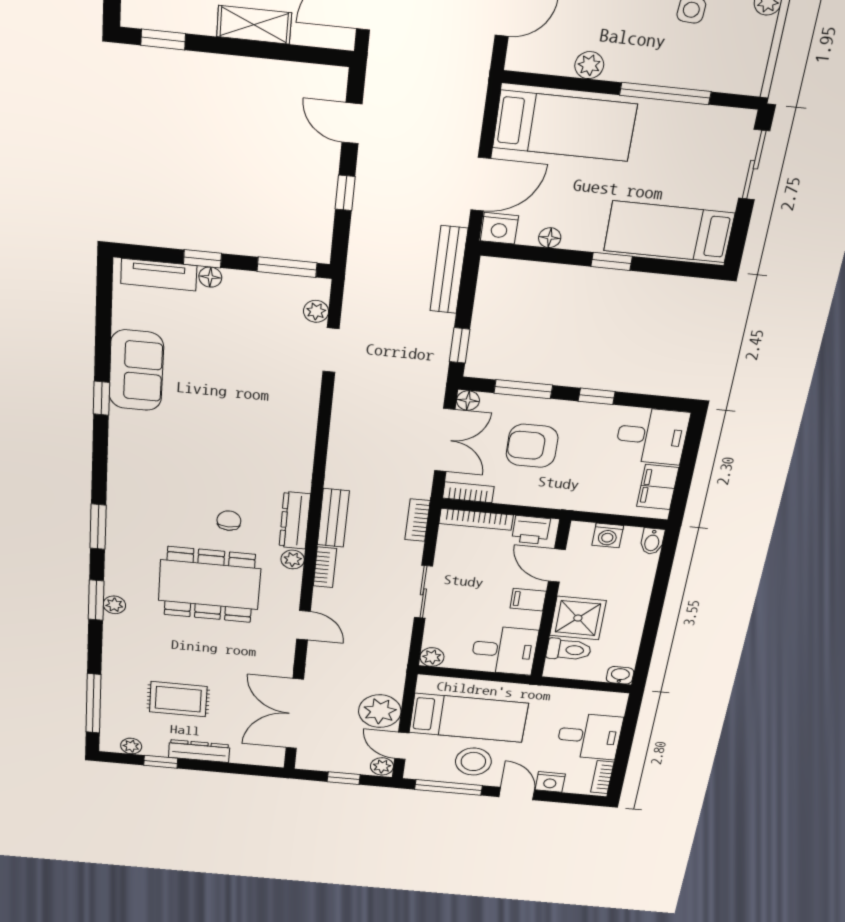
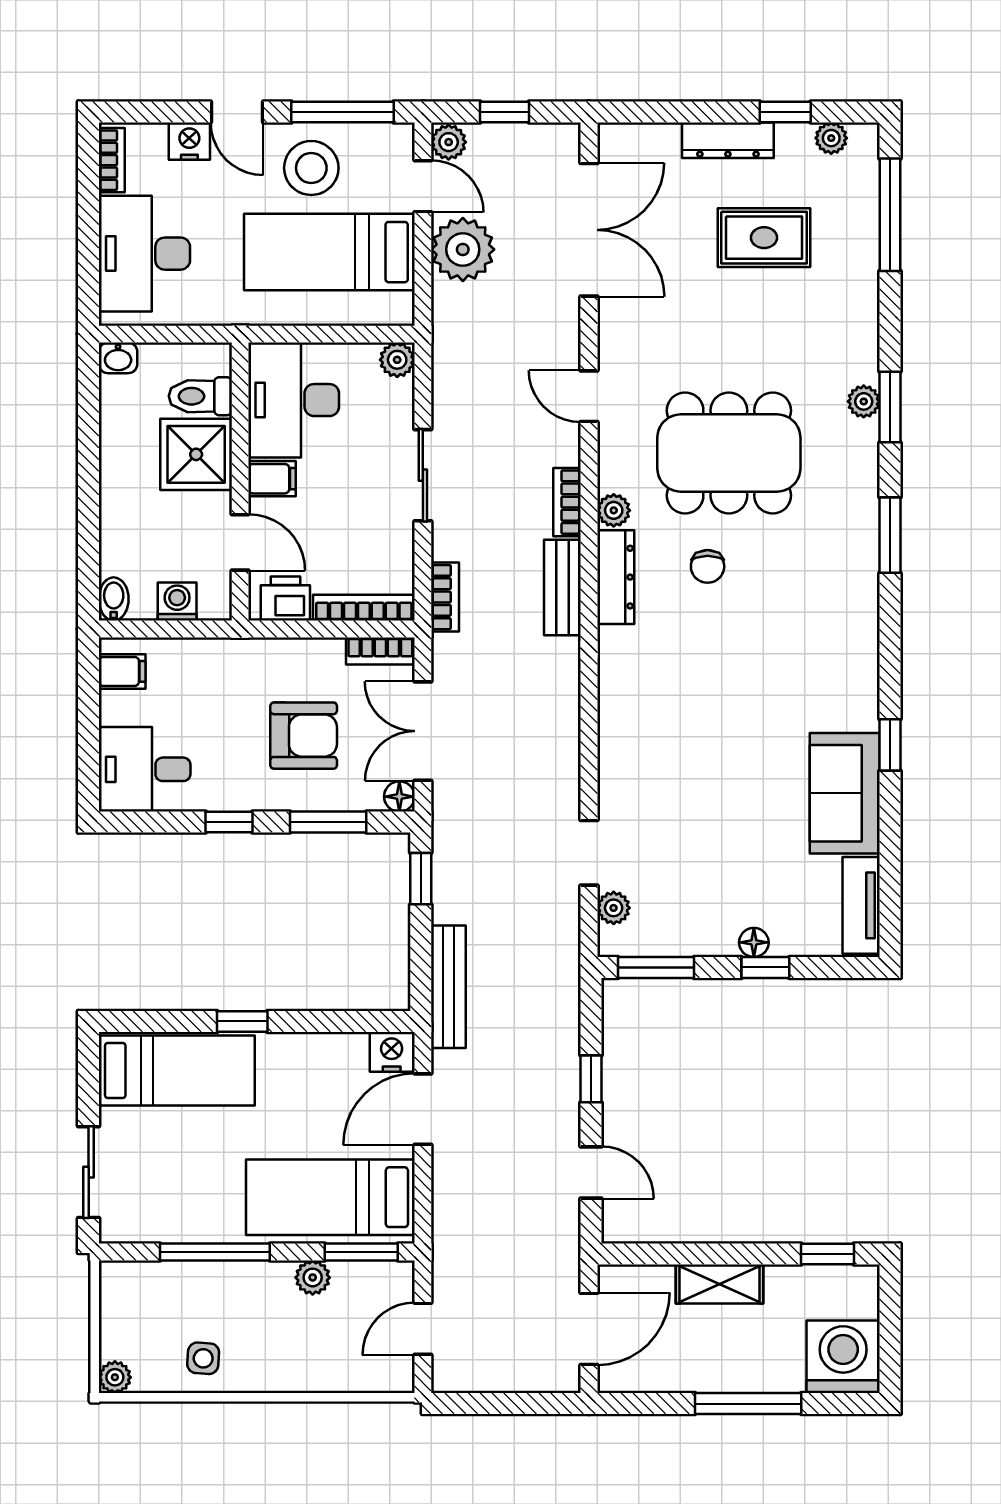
window: (546, 81) -> (361, 1252), added
floor lamp: (550, 238) -> (326, 1046), removed
tv unit: (159, 275) -> (861, 905), moved, turned -90
filing cabinet: (658, 487) -> (122, 671), width x0.50
desk: (504, 650) -> (294, 400), width x1.37
desk: (589, 736) -> (144, 254), width x1.37

